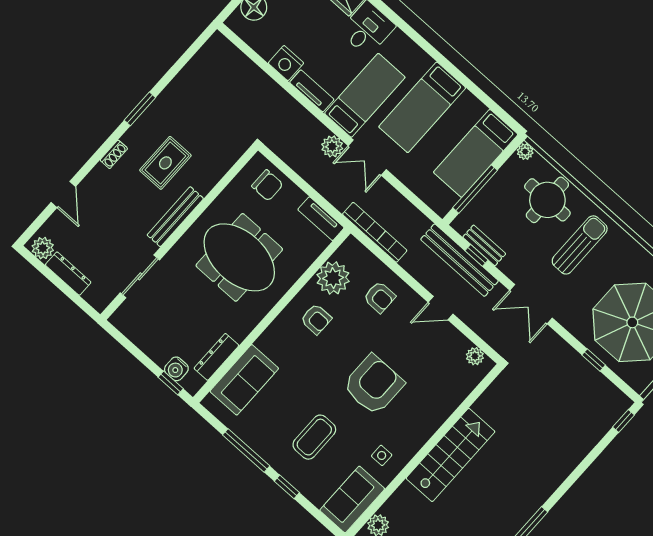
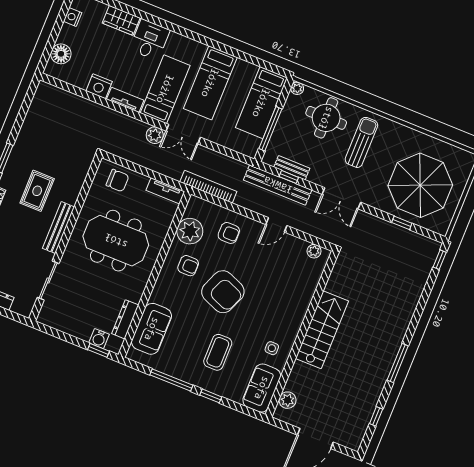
armchair: (373, 385) -> (223, 292), moved, turned 112

